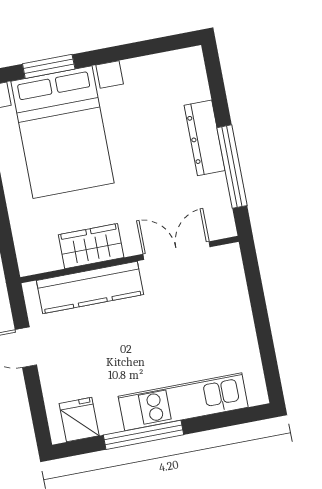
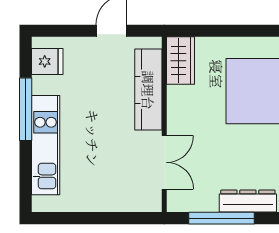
wardrobe: (91, 246) -> (181, 61), moved

